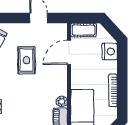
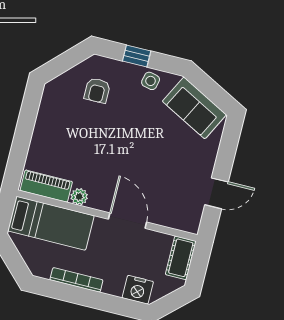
door: (69, 52) -> (127, 221), moved
rug: (26, 60) -> (156, 158), removed

